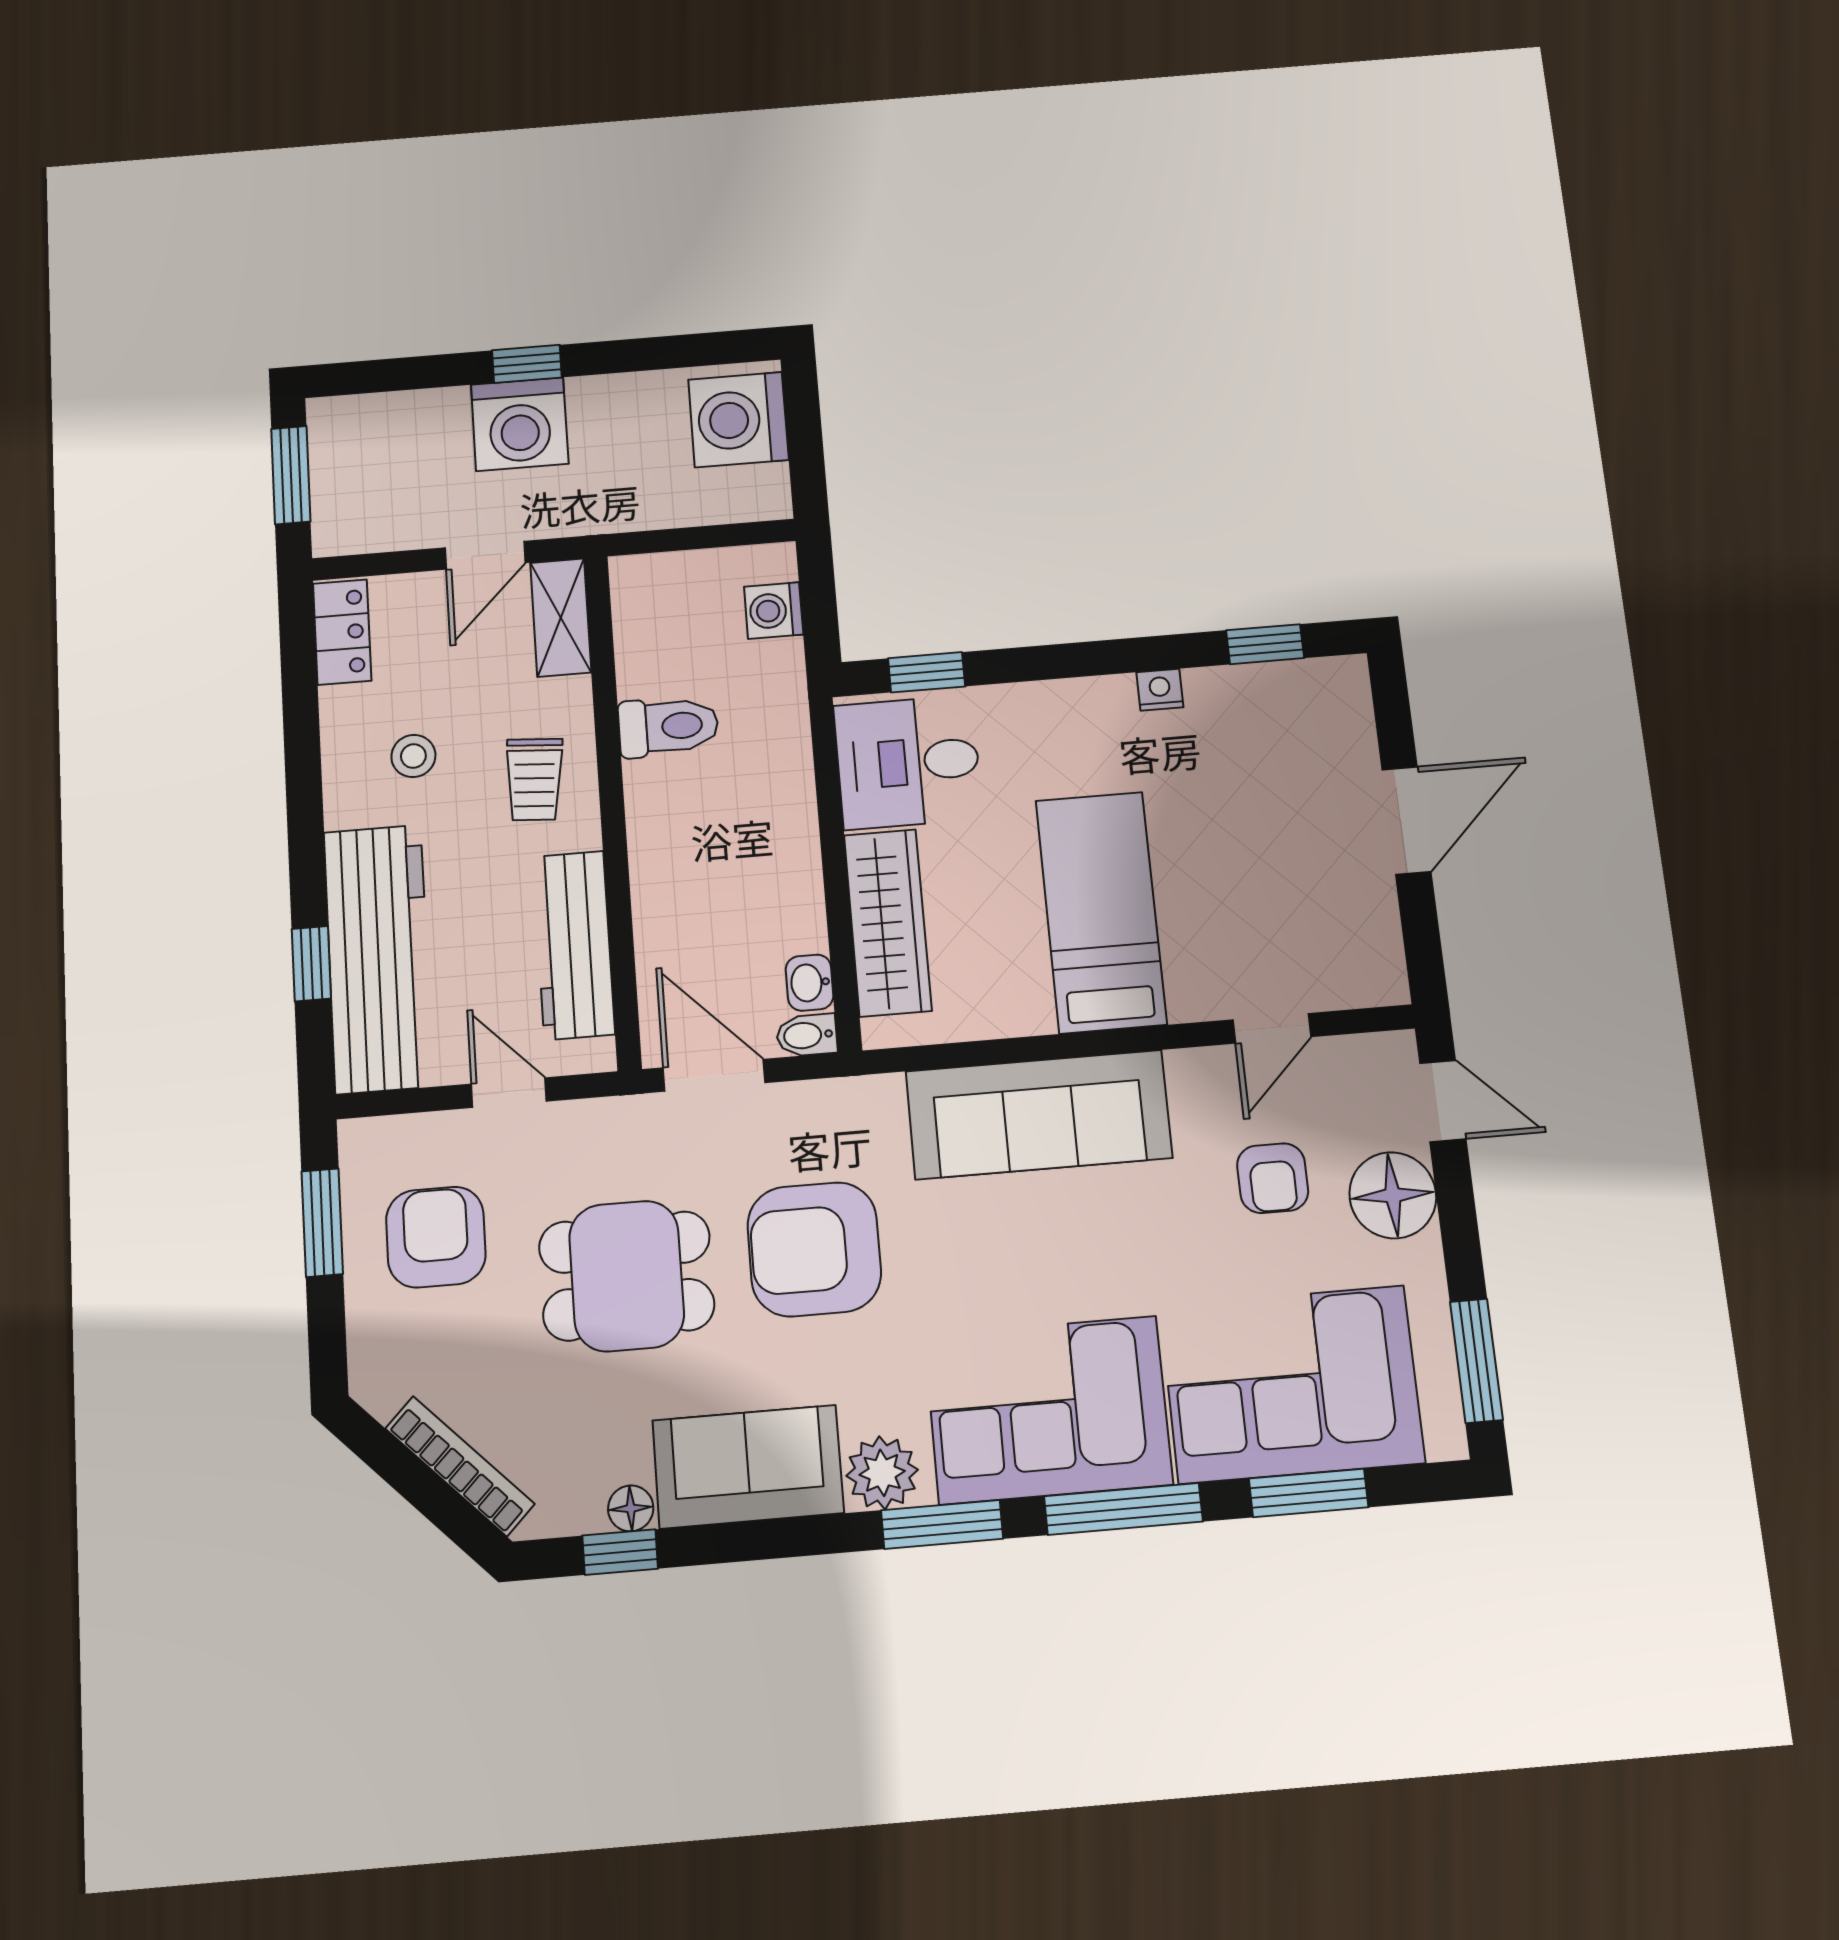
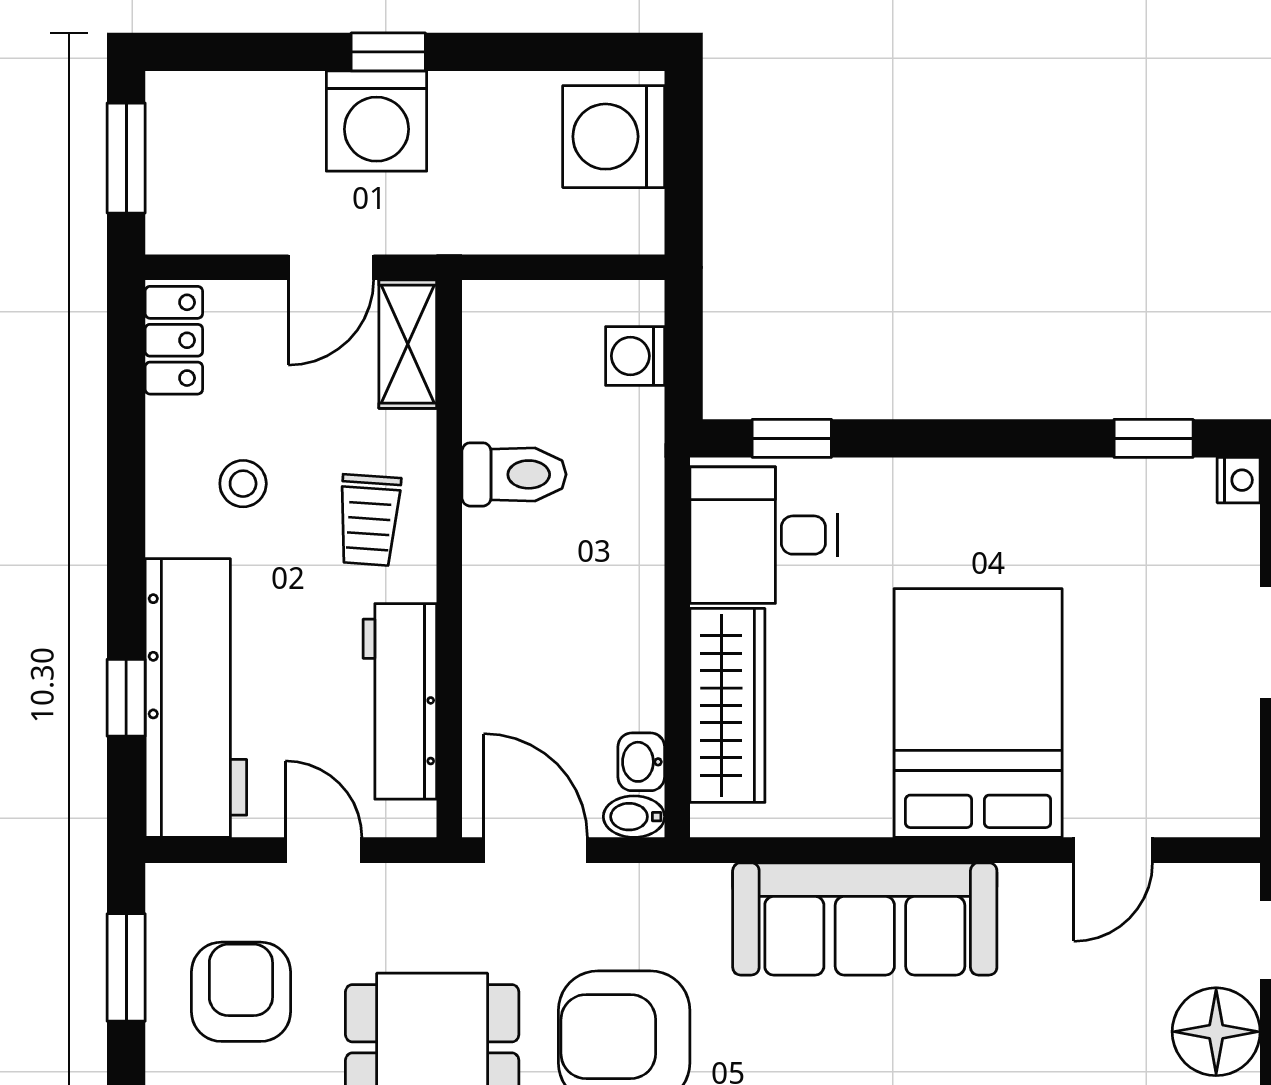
nightstand: (1160, 690) -> (1239, 480), moved, turned 90
bed: (1101, 912) -> (978, 713), width x1.50
armchair: (1273, 1178) -> (1096, 1004), removed

